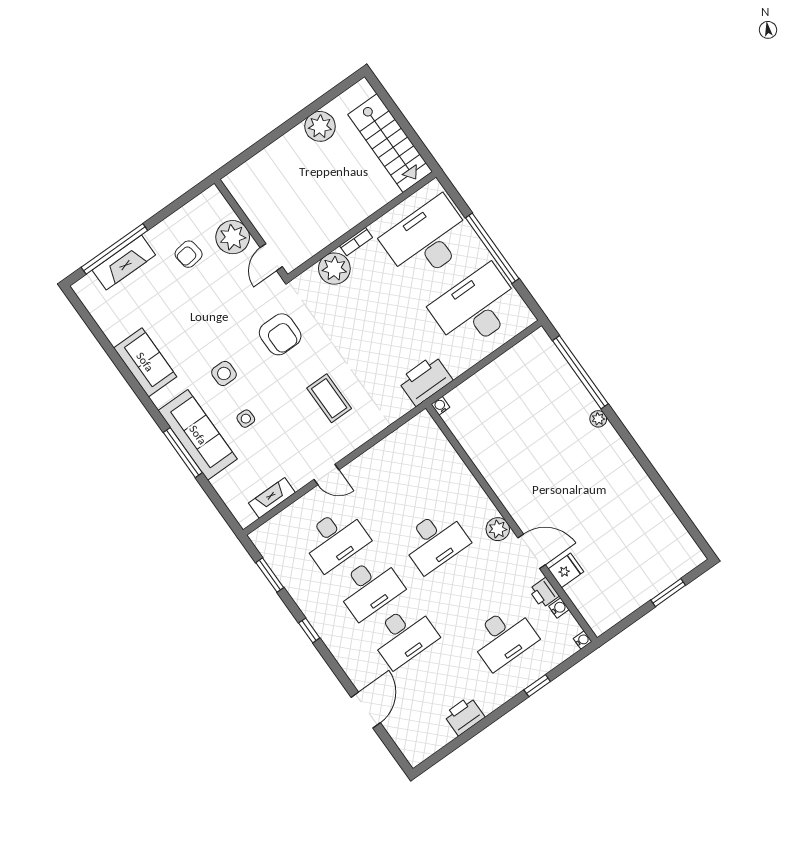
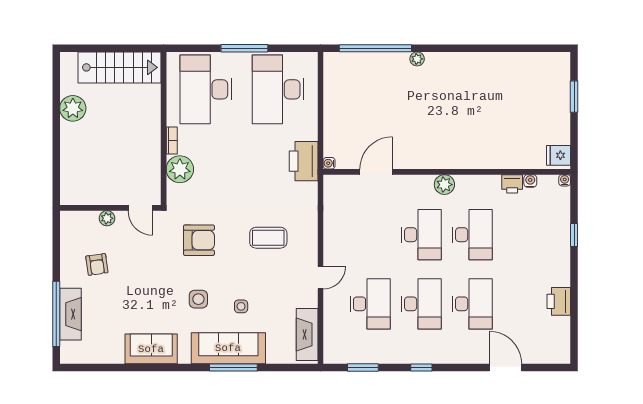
plant: (233, 237) -> (107, 218), width x0.53, depth x0.53
window: (492, 248) -> (244, 48), width x0.68
fireplace: (272, 498) -> (307, 335), width x1.37, depth x1.32
door: (532, 551) -> (376, 172), moved
fridge: (566, 570) -> (559, 155), moved, turned -90
desk: (503, 638) -> (472, 235), moved

